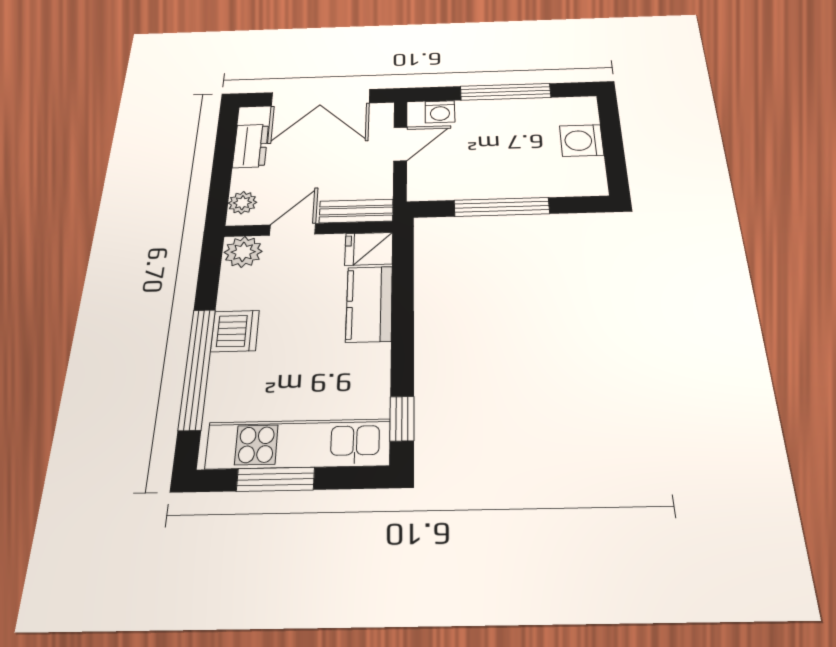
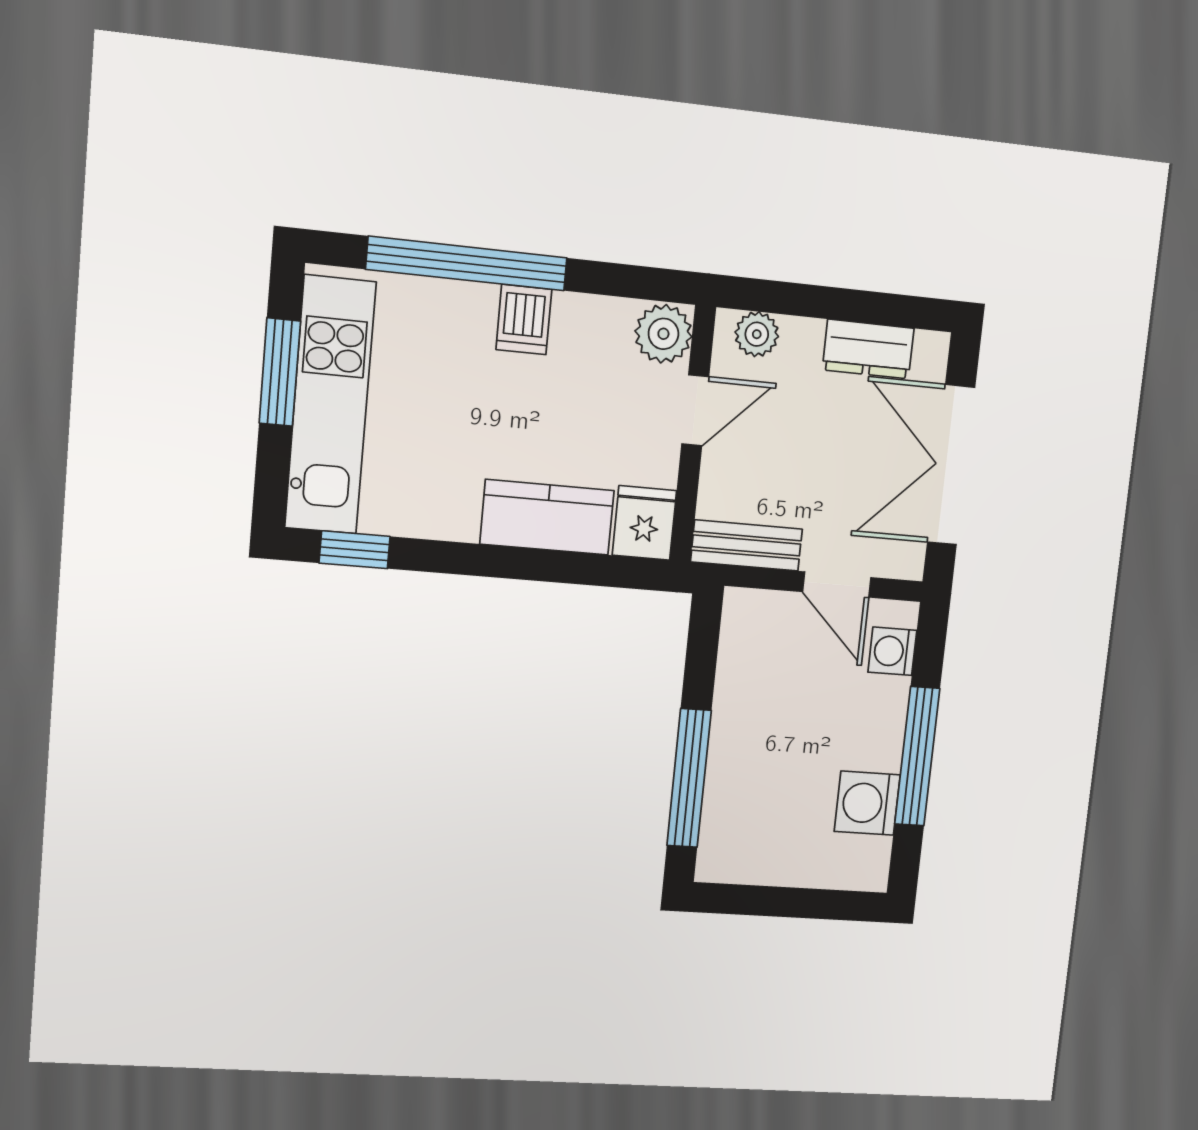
washing machine: (582, 140) -> (867, 803), moved, turned -90
window: (502, 207) -> (689, 778), moved
bench: (356, 211) -> (747, 545), moved, turned 90
door: (293, 229) -> (695, 410), hinge flipped
dishwasher: (235, 331) -> (524, 319), width x0.73

